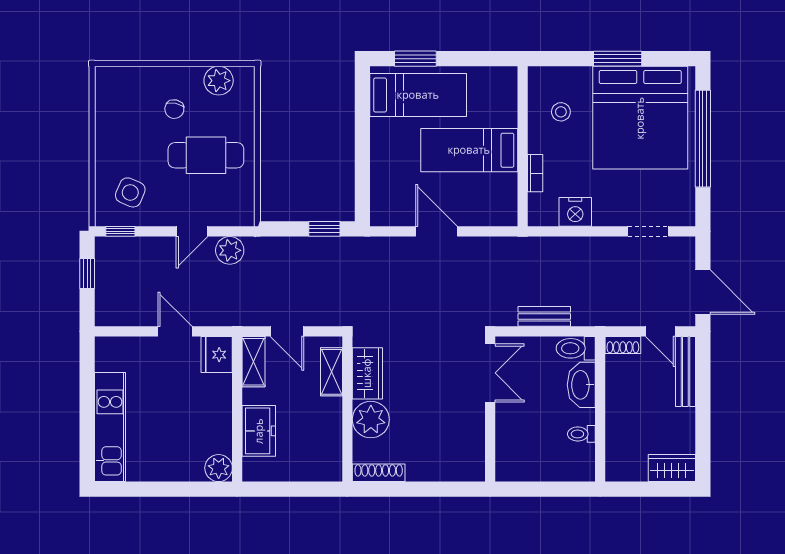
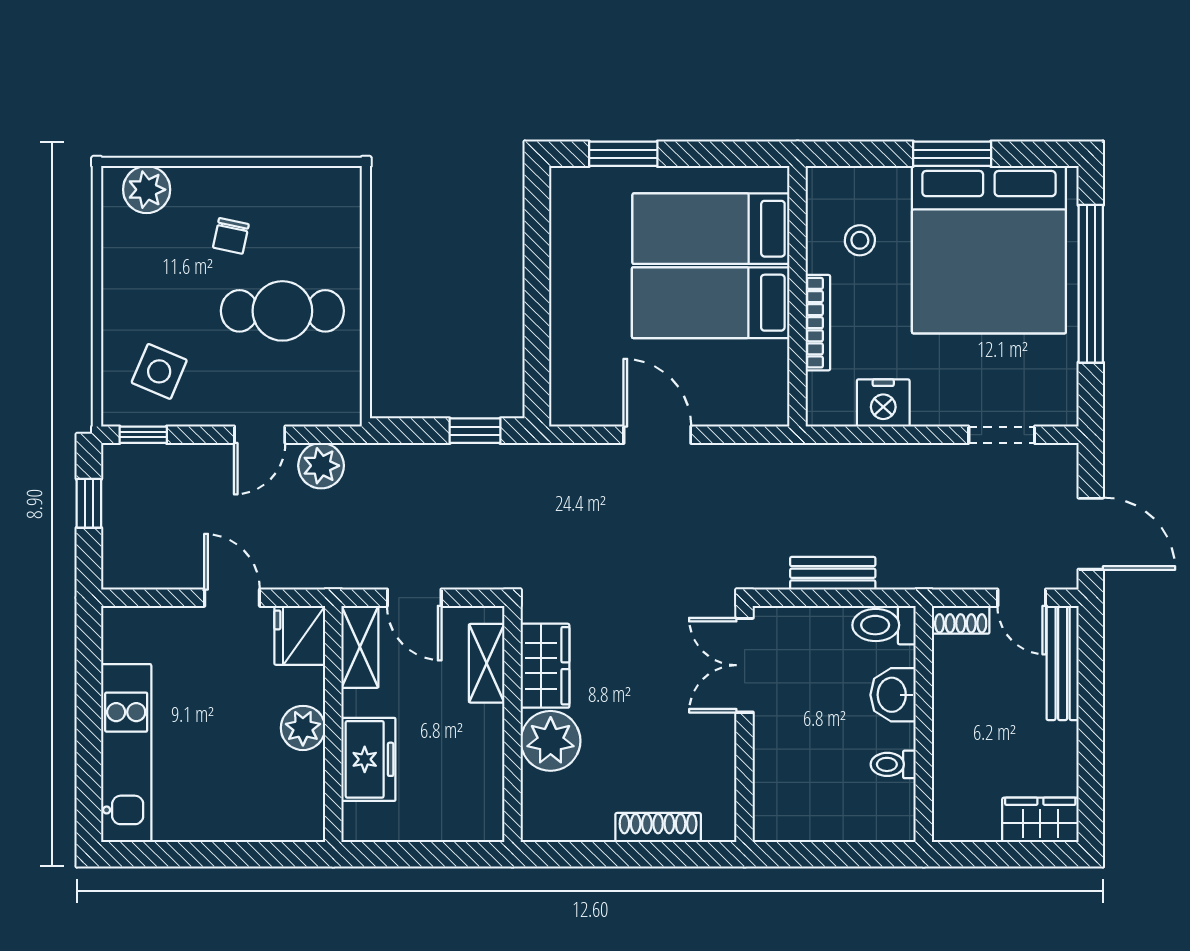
plant: (219, 81) -> (147, 190), moved
bed: (418, 95) -> (711, 229), moved, turned 180
bookcase: (535, 173) -> (818, 323), width x1.56
double door: (490, 373) -> (745, 665), swing flipped
washbasin: (581, 385) -> (893, 695), width x0.72
plant: (219, 468) -> (303, 728), moved
shoe rack: (379, 473) -> (658, 827), moved

